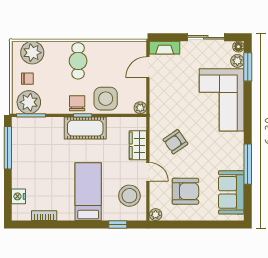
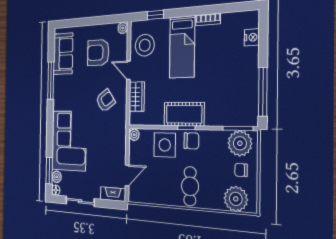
chair: (77, 103) -> (191, 141), turned -90
bookcase: (44, 216) -> (208, 19), moved

